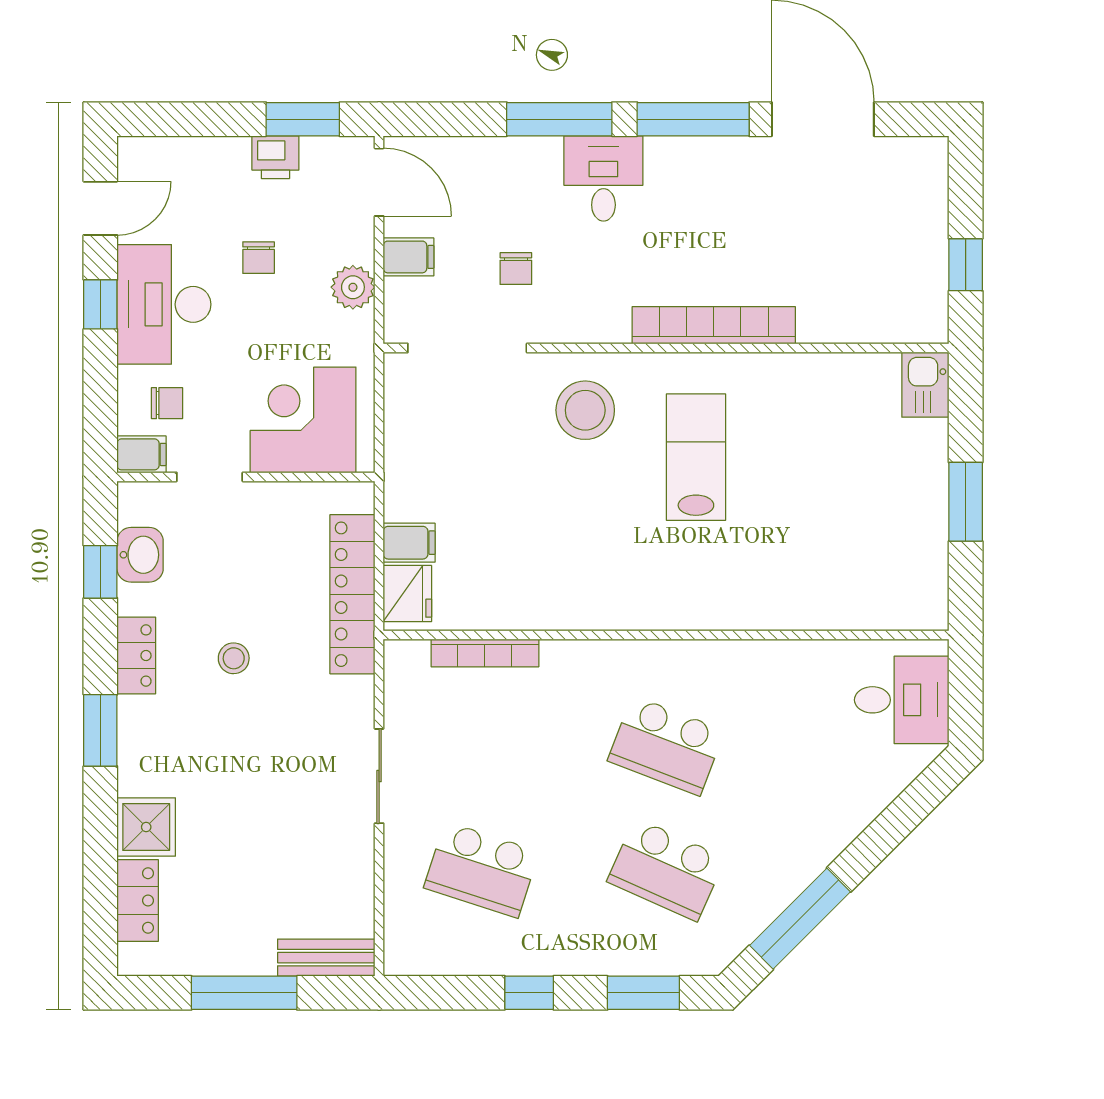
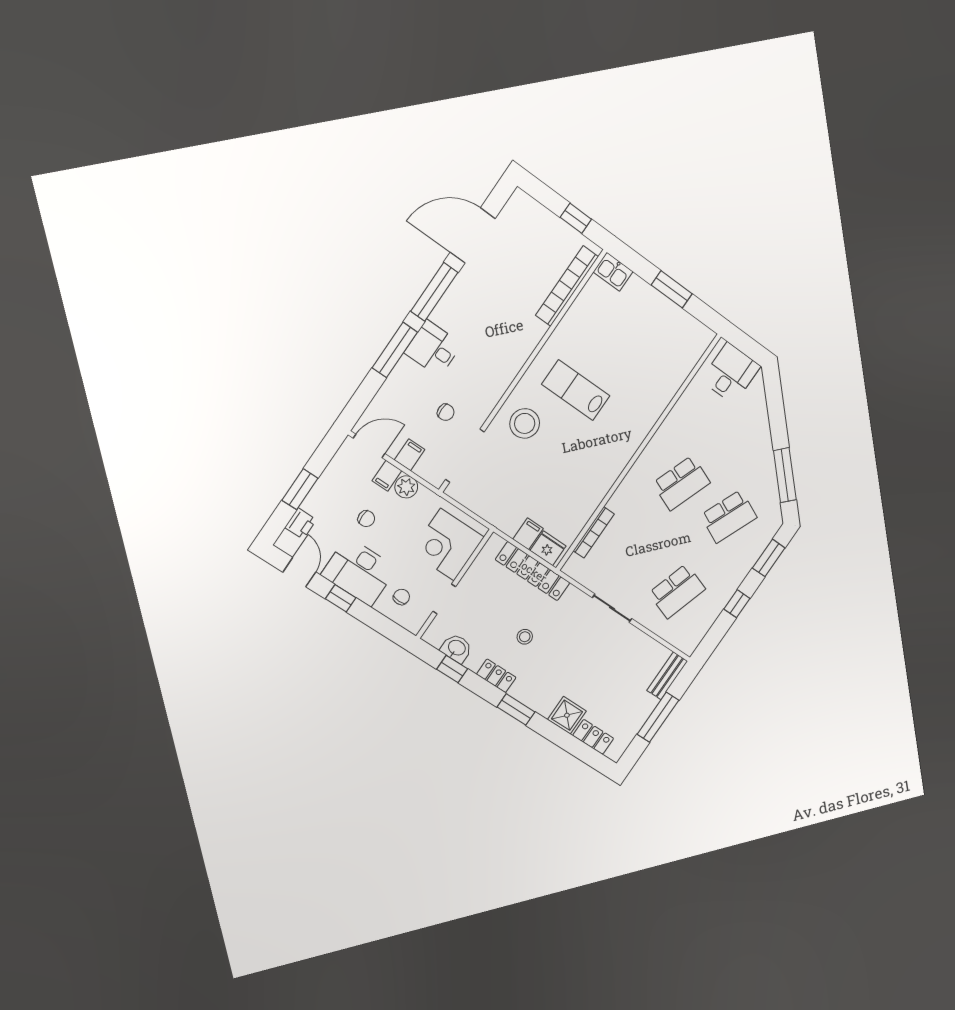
window: (303, 119) -> (300, 489), moved
printer: (275, 157) -> (301, 524), moved
bookcase: (714, 325) -> (567, 286), moved
filing cabinet: (141, 454) -> (387, 476), moved, turned 180

